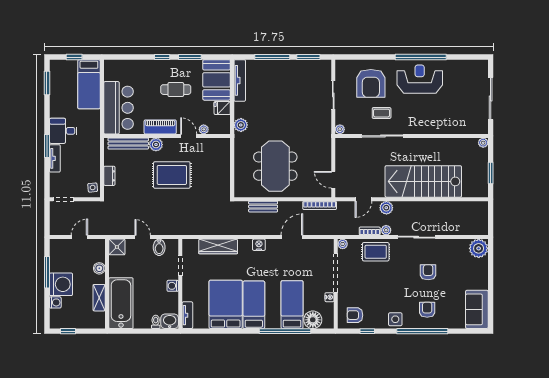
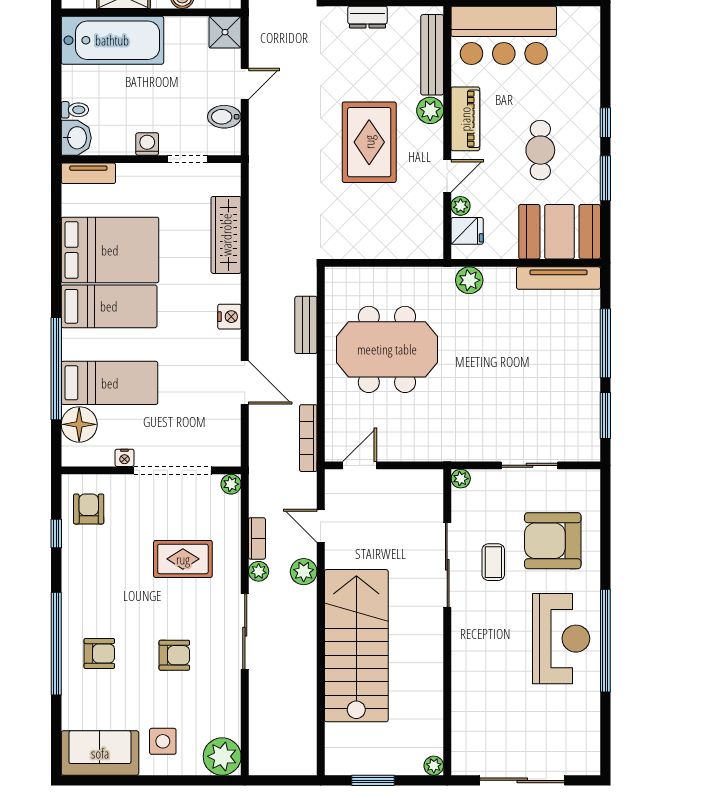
fridge: (222, 108) -> (467, 231), moved, turned 90
rug: (376, 252) -> (183, 559), moved, turned 90
side table: (395, 319) -> (163, 741), moved

